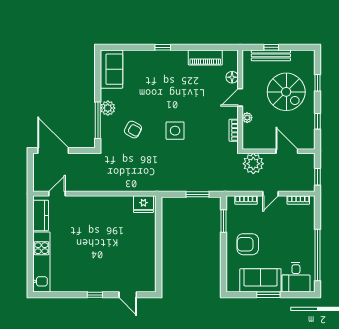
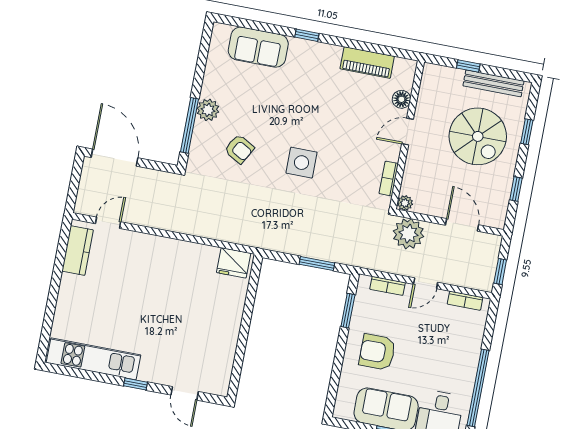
bench: (271, 55) -> (493, 83), moved
sofa: (111, 69) -> (258, 47), moved, turned 90
plant: (247, 118) -> (405, 203), moved
kitchen unit: (41, 262) -> (94, 359), moved, turned -90

